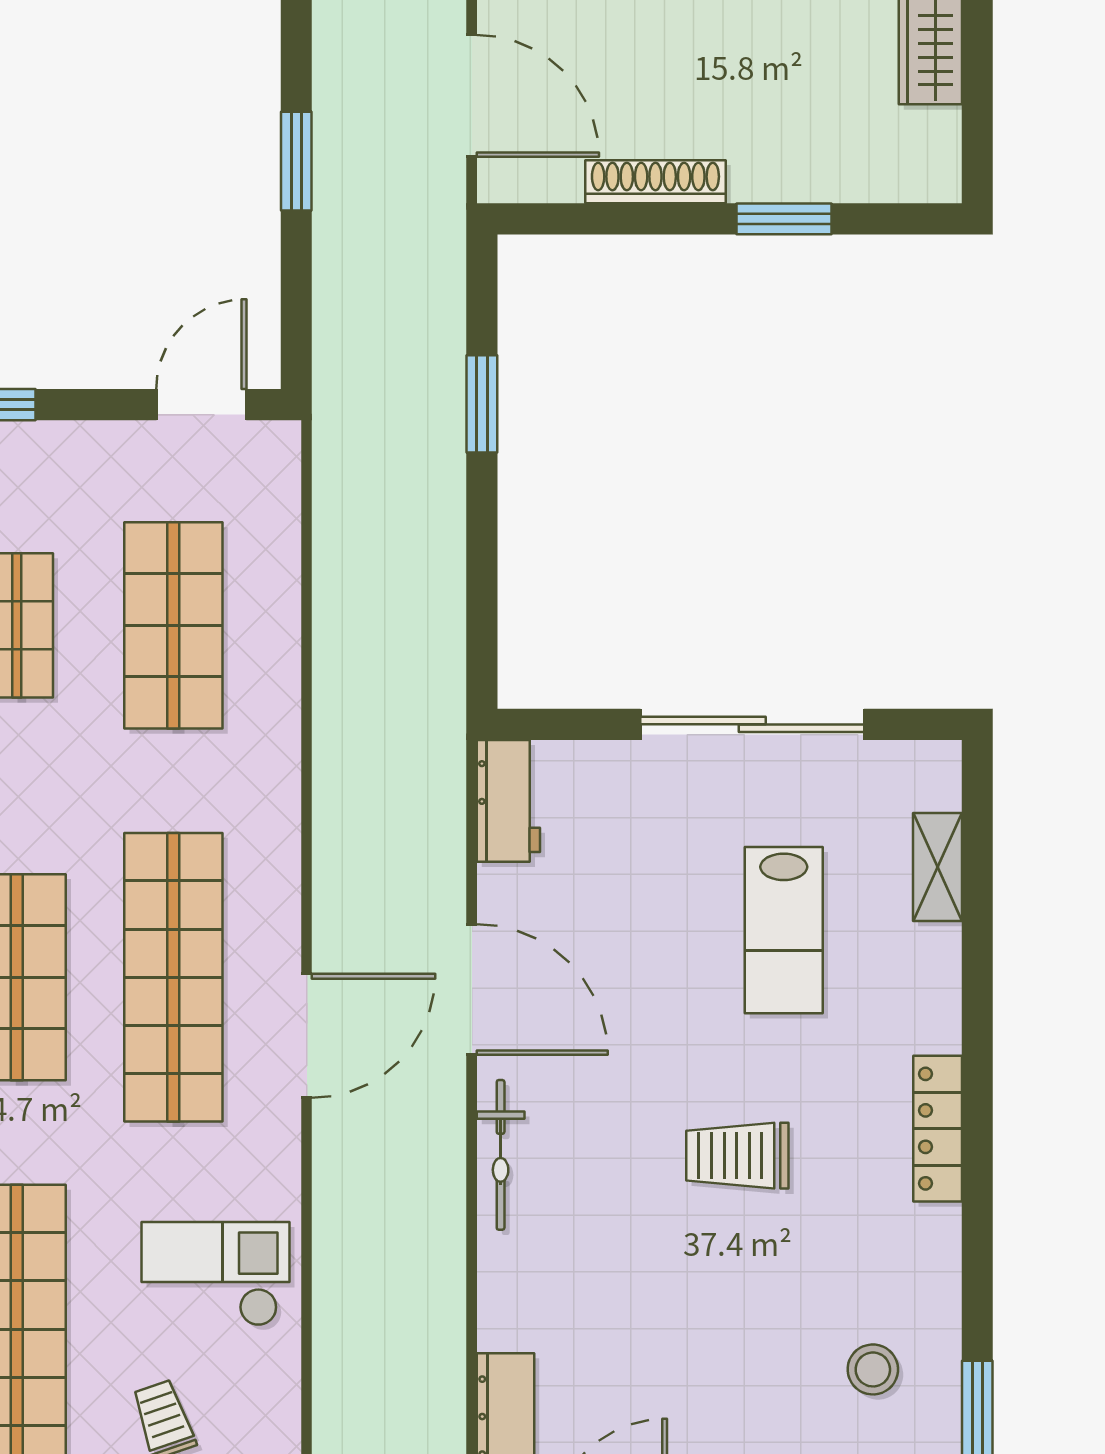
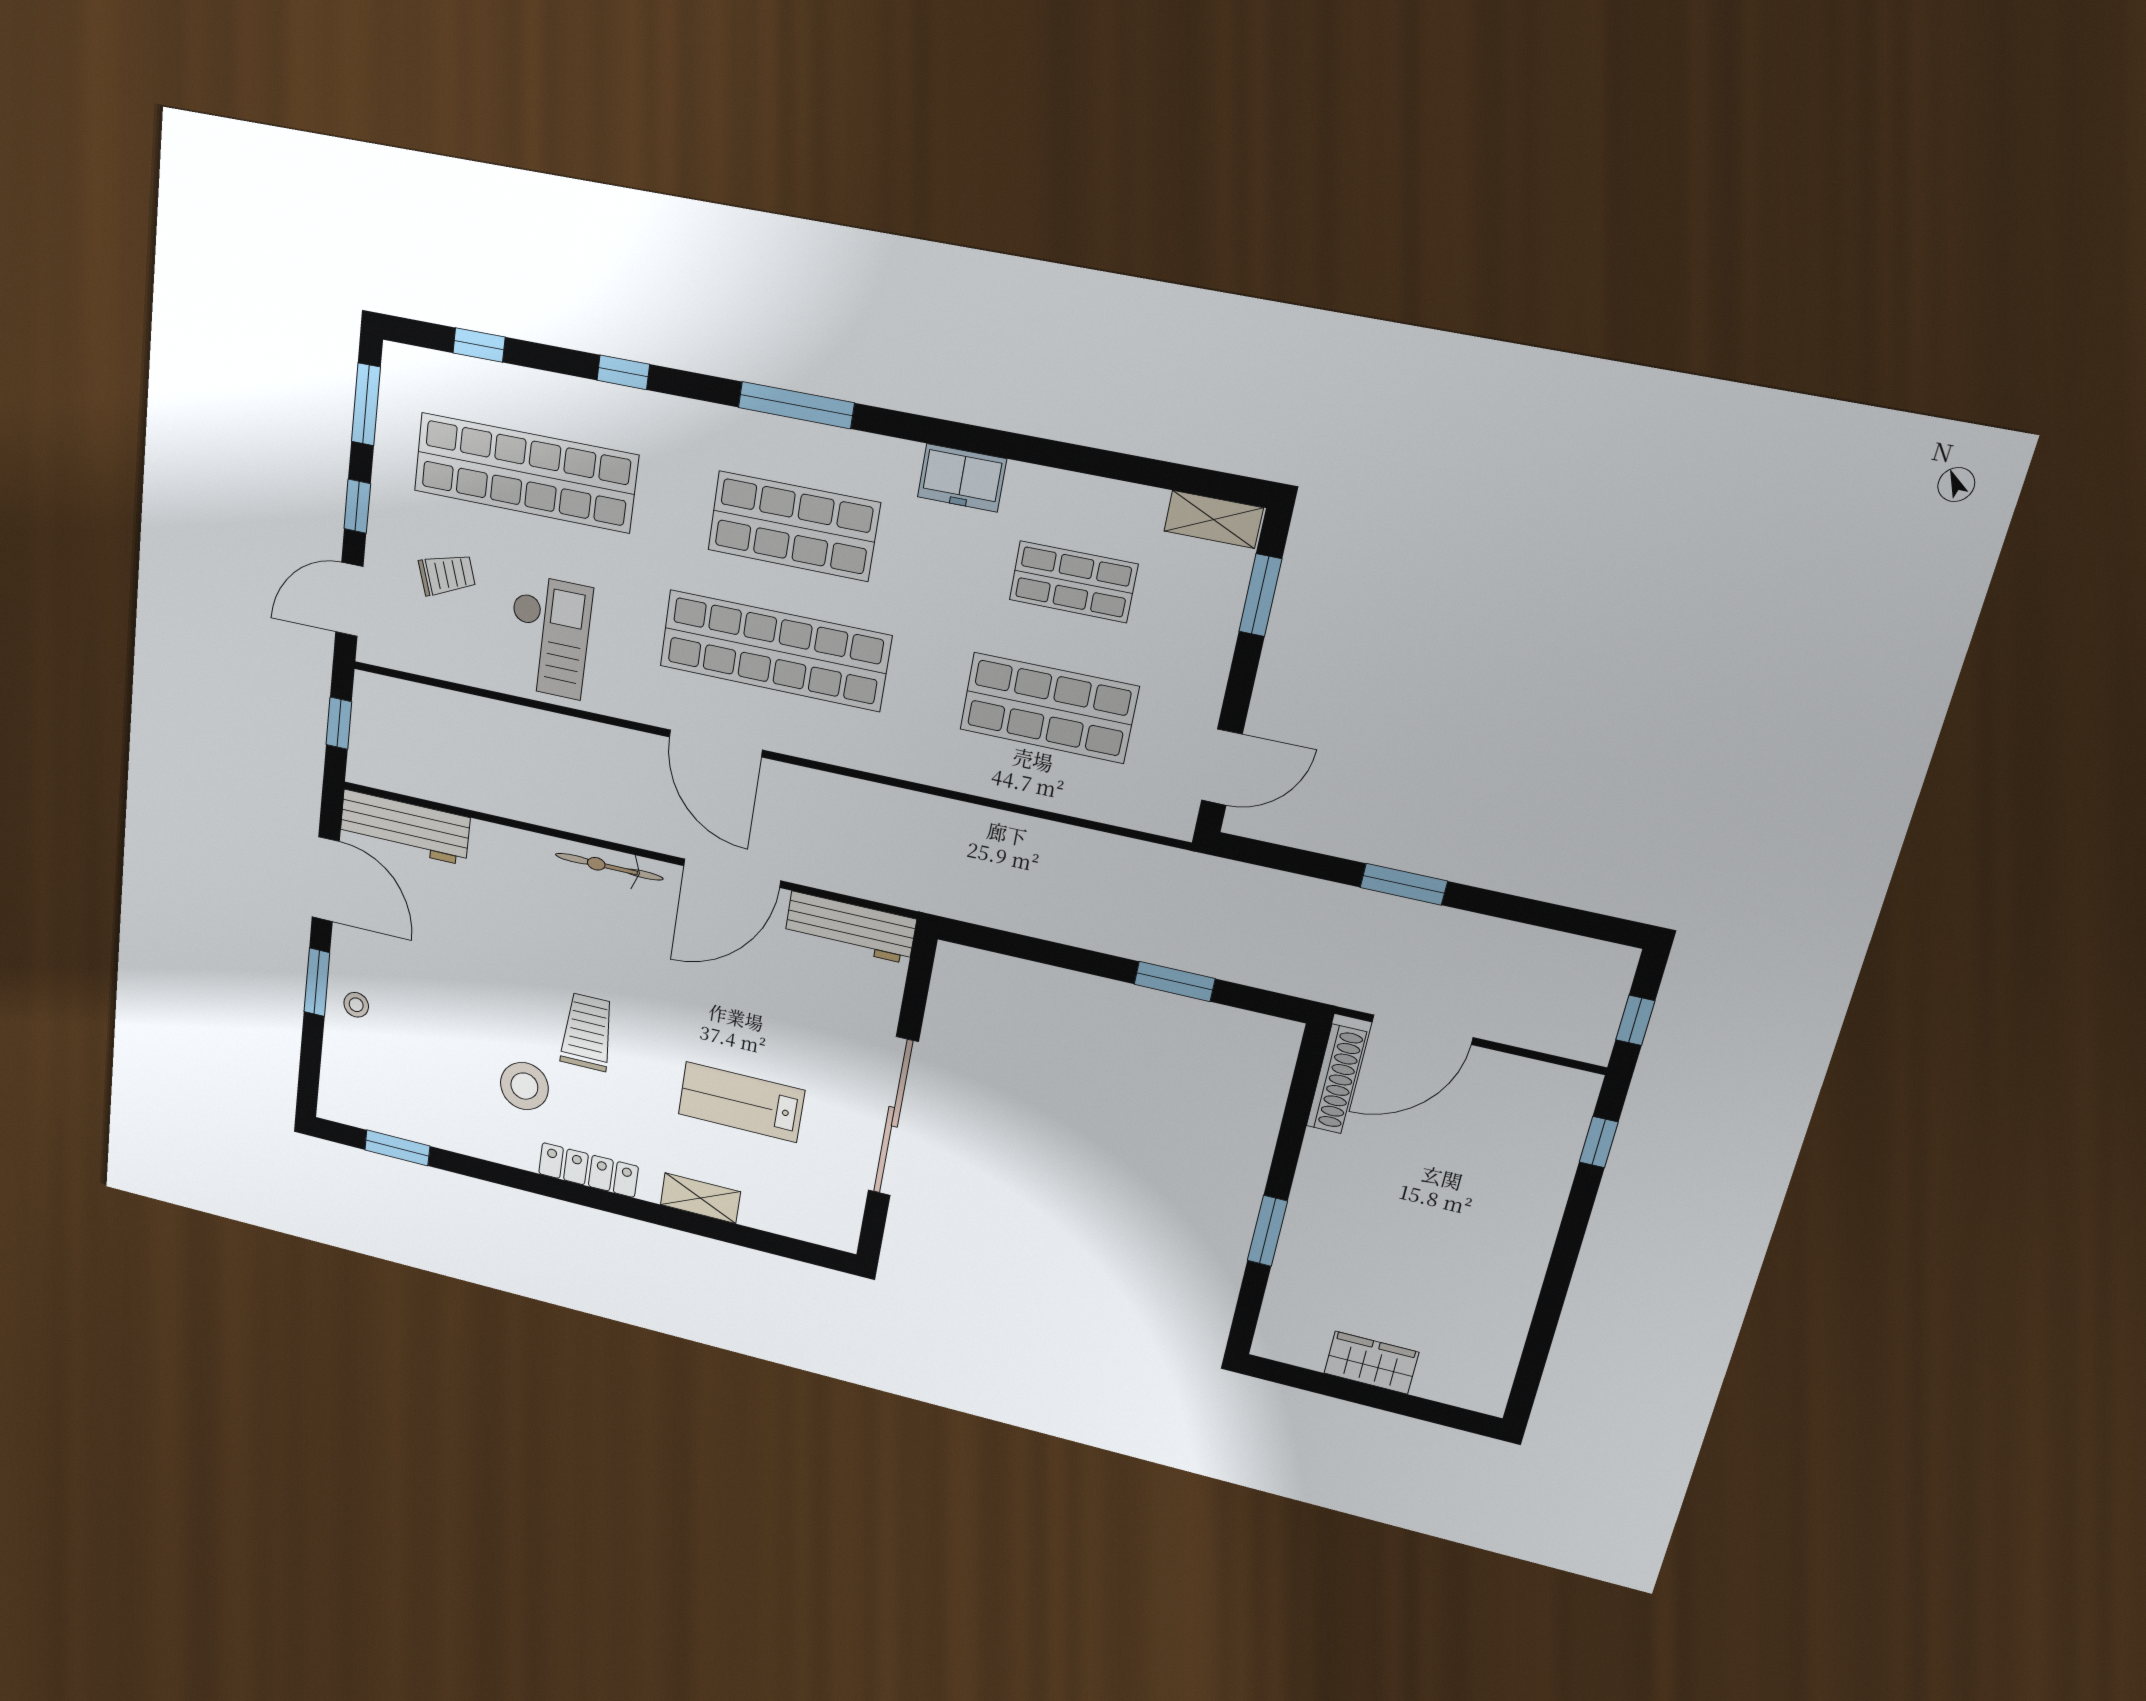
shoe rack: (655, 182) -> (1336, 1079), moved
door: (201, 405) -> (1222, 767), hinge flipped
workbench: (508, 801) -> (850, 928), width x1.37
shelving: (937, 867) -> (700, 1198), moved
stool: (873, 1369) -> (524, 1086), moved, width x1.38, depth x1.38

